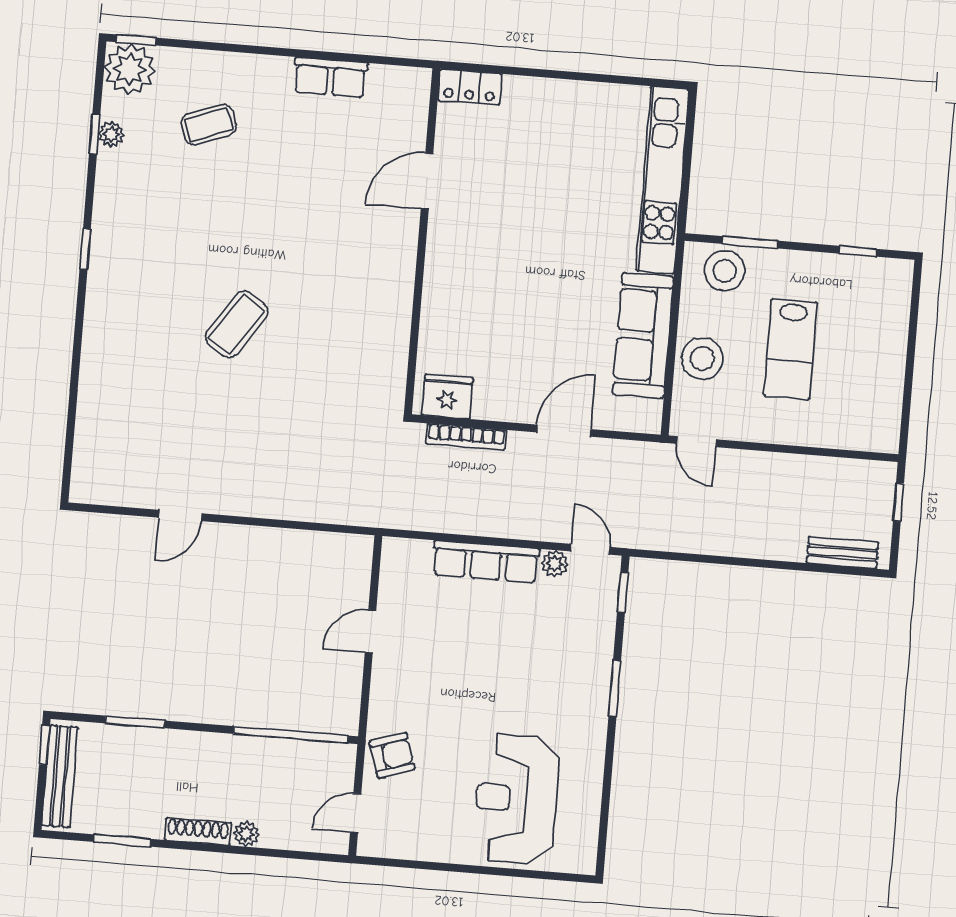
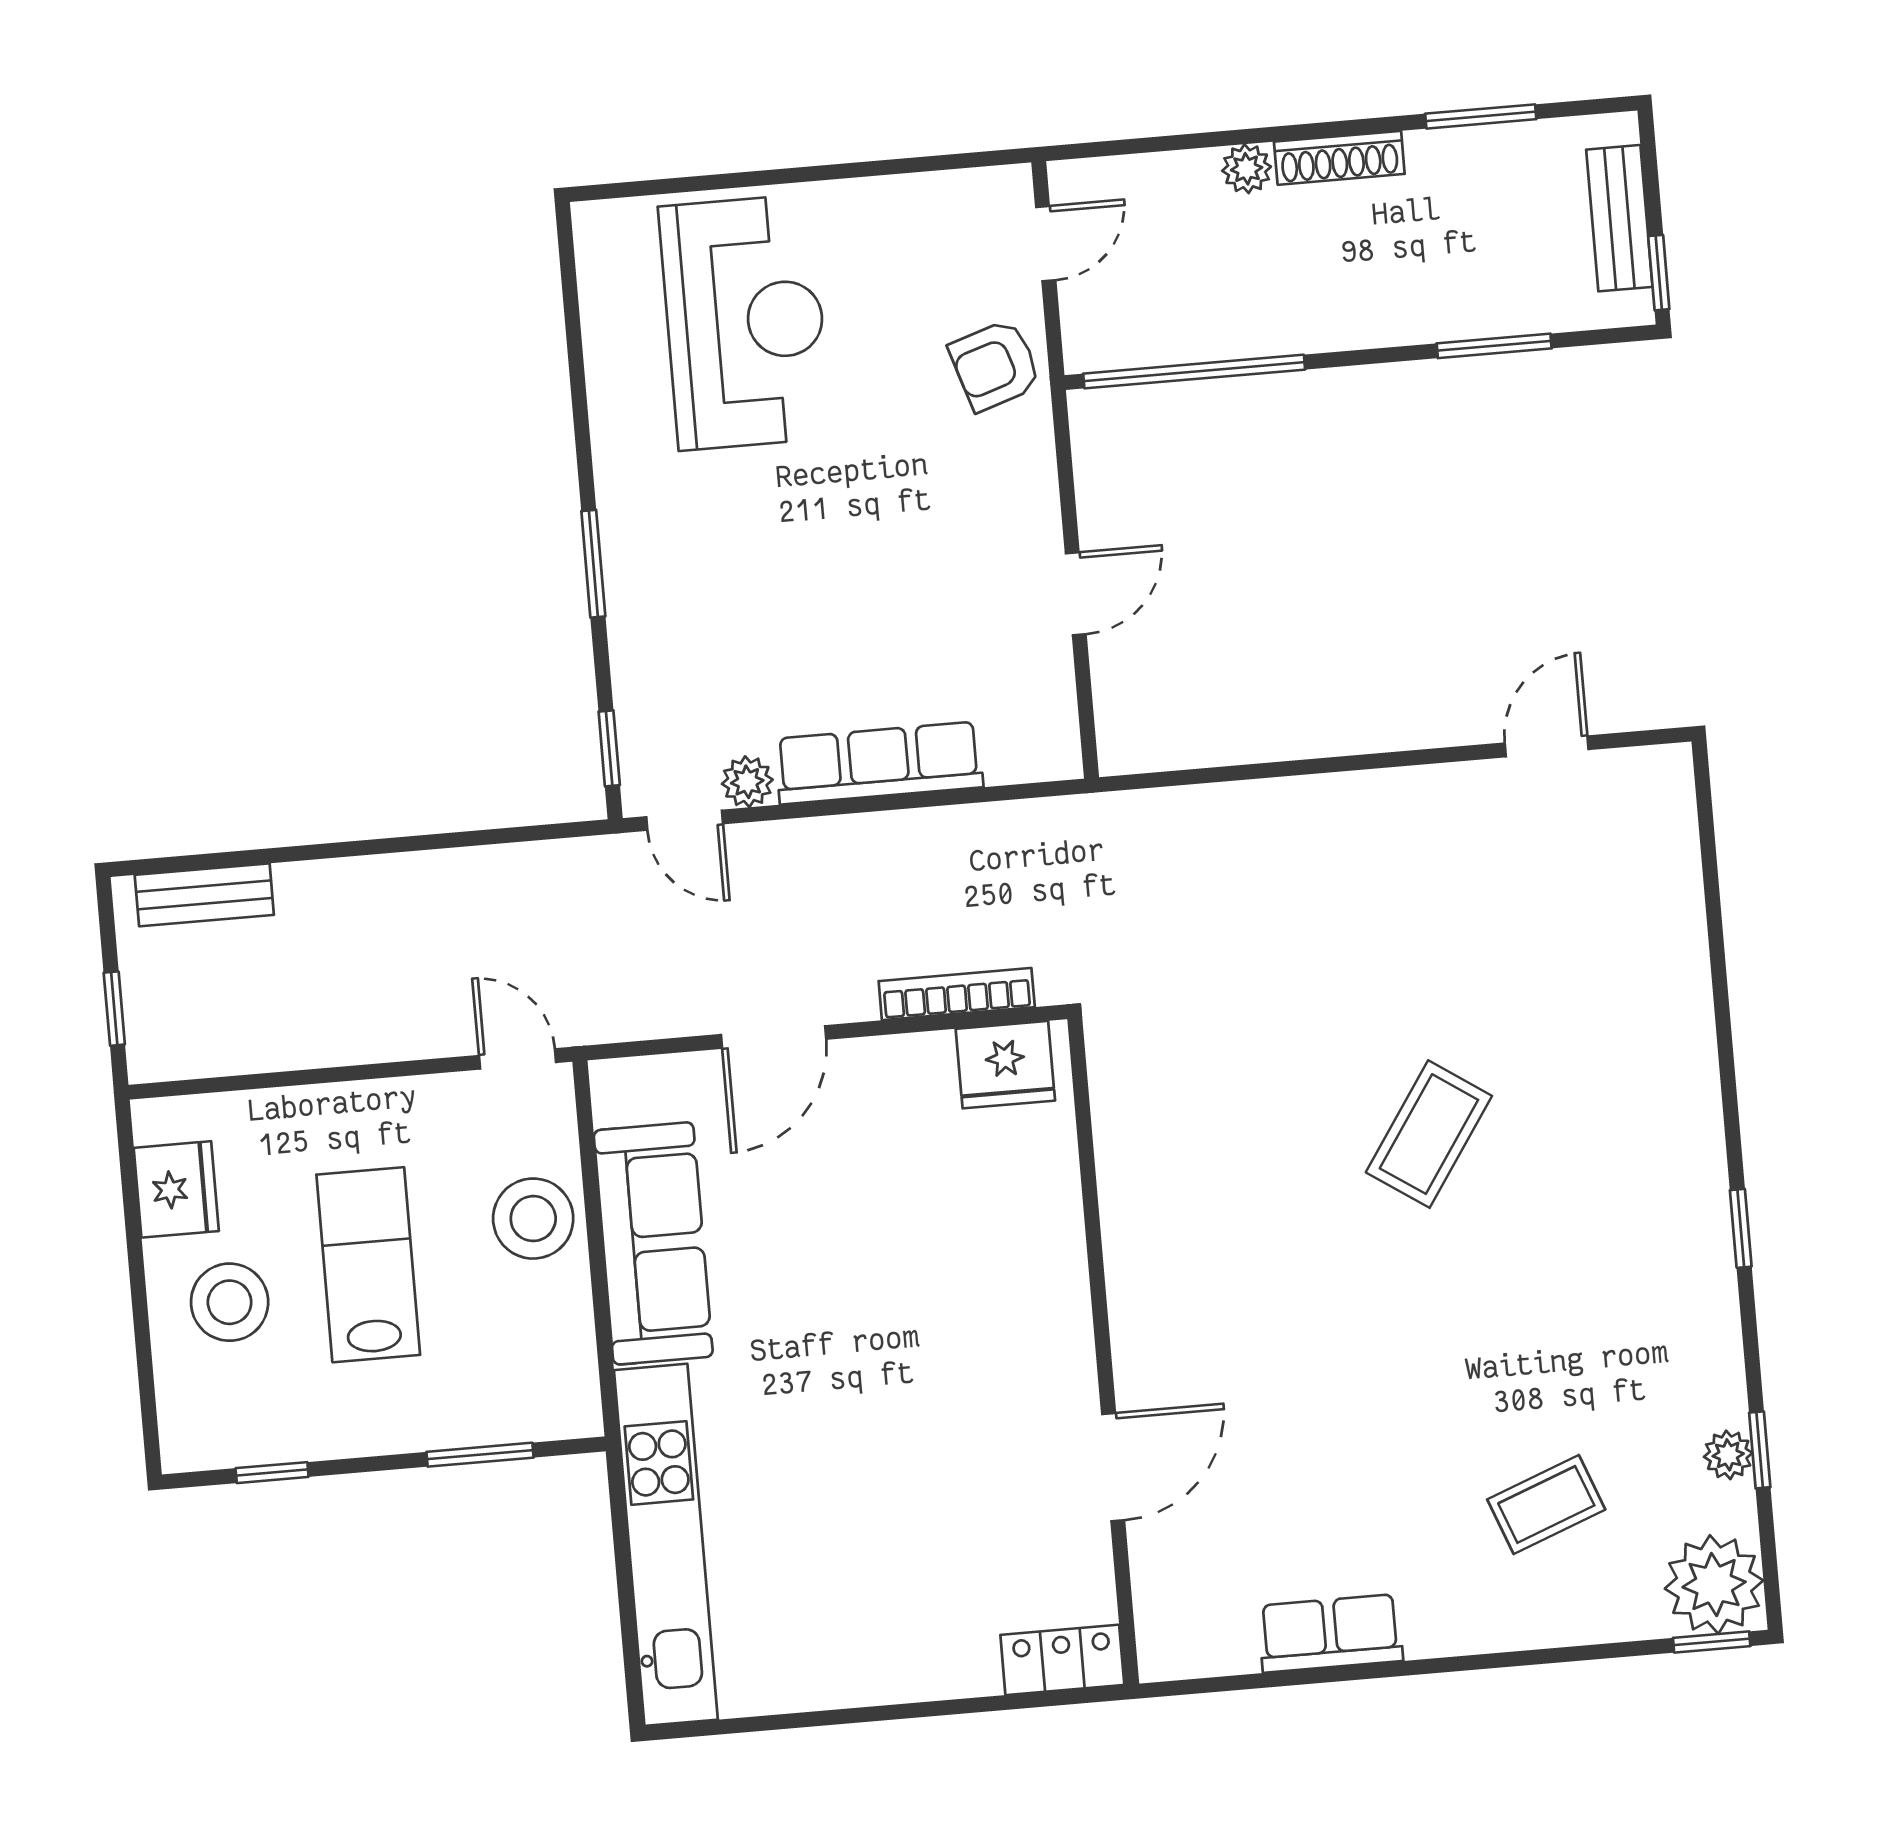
stool: (725, 271) -> (230, 1302), moved
fridge: (882, 404) -> (176, 1189), added
door: (181, 516) -> (1547, 746), moved
bench: (60, 776) -> (1619, 218), width x0.73

